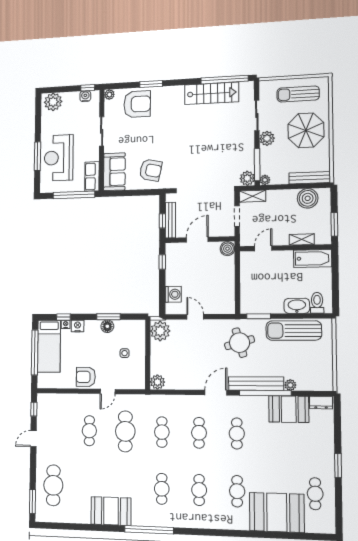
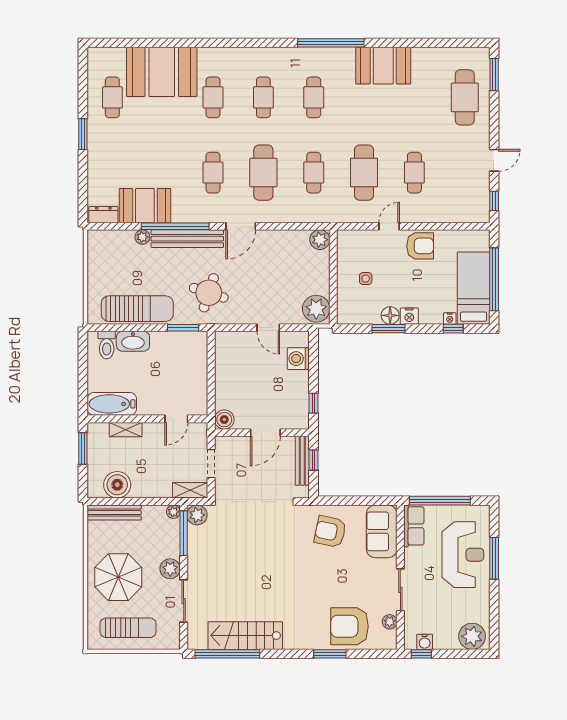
plant: (109, 95) -> (390, 622), moved
nightstand: (78, 326) -> (409, 316), moved
round table: (240, 343) -> (209, 293), turned 34
cafe table: (199, 433) -> (263, 173), width x1.37, depth x1.35

